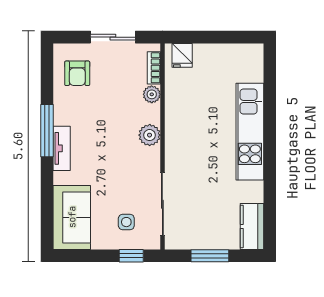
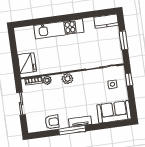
fridge: (182, 55) -> (27, 63), width x1.88, depth x1.34
armchair: (77, 73) -> (52, 122), moved

